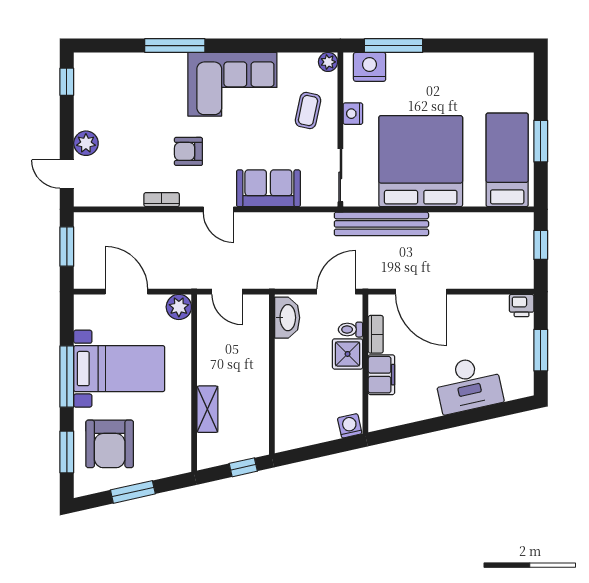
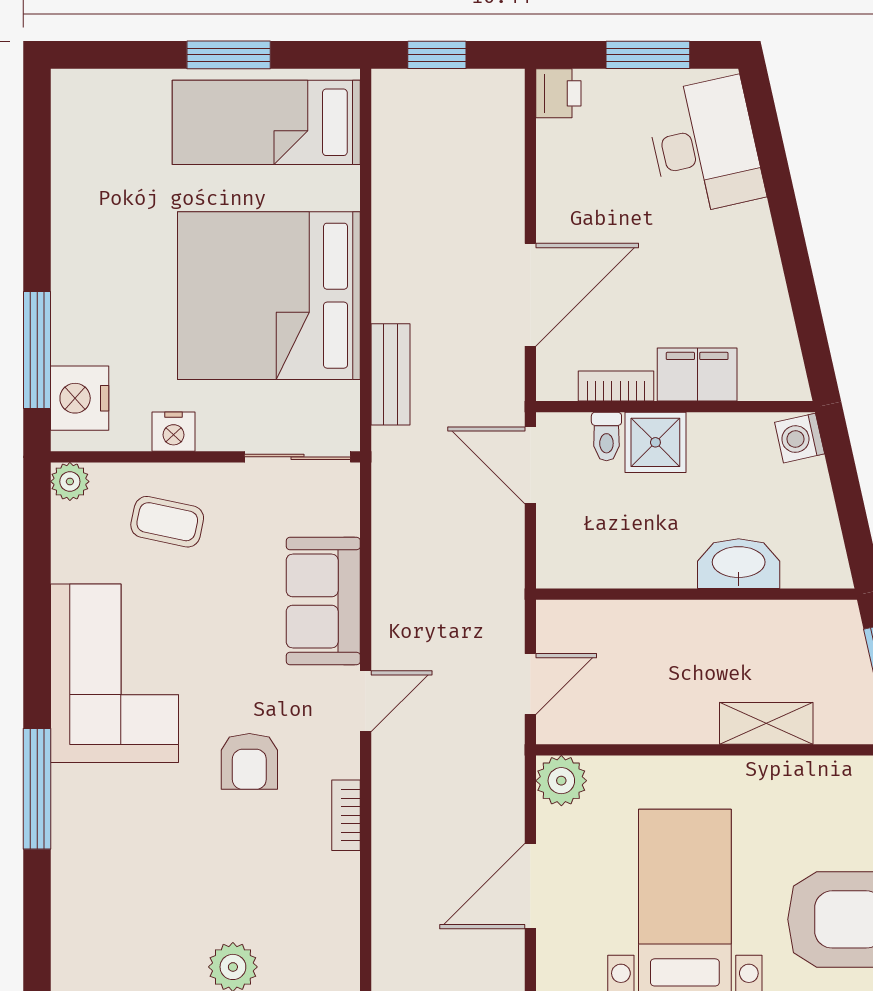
bench: (381, 224) -> (391, 374), width x0.54, depth x0.82
washbasin: (287, 318) -> (739, 564), moved
desk: (468, 385) -> (705, 146), moved

